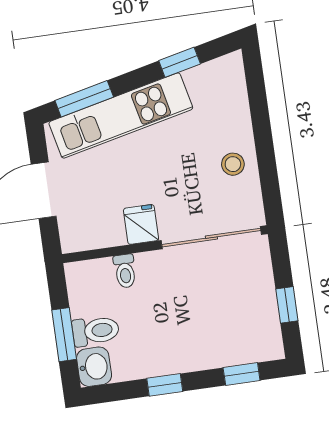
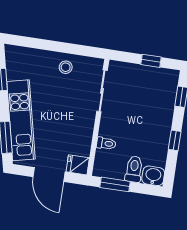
fridge: (141, 224) -> (78, 165), moved
sliding door: (211, 238) -> (102, 91), width x0.73
window: (64, 335) -> (115, 184), moved

